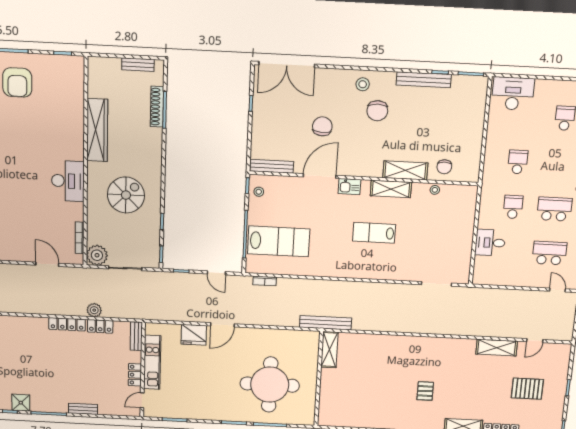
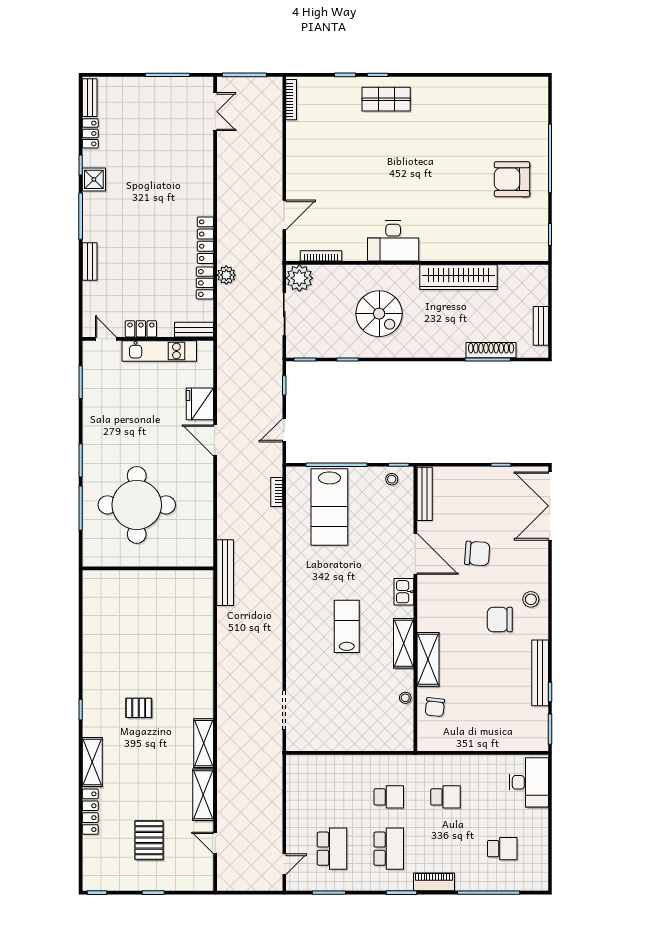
chair: (444, 167) -> (435, 707), turned -84
desk: (490, 243) -> (342, 773), removed
shelving: (329, 350) -> (204, 743), moved, turned 90

